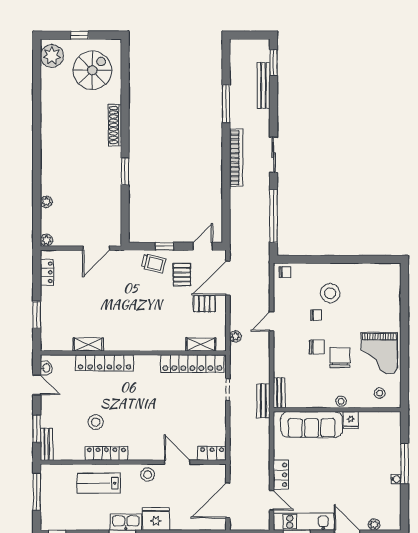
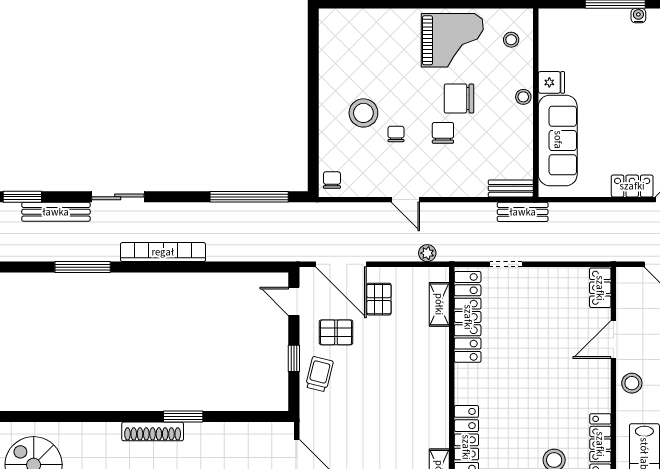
shoe rack: (115, 125) -> (153, 431), moved
sliding door: (273, 155) -> (118, 197), moved

